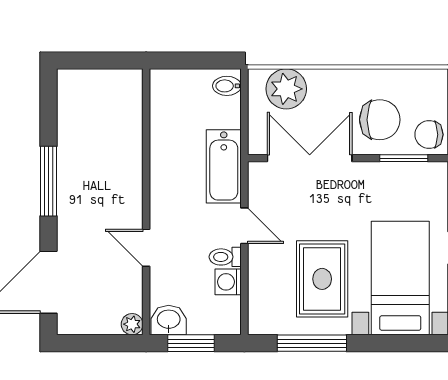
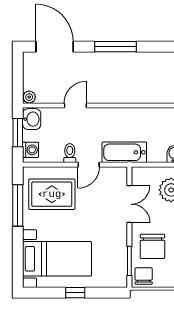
double door: (310, 158) -> (129, 204), width x0.73
rug: (322, 279) -> (52, 194), moved
washing machine: (228, 282) -> (31, 150), moved, turned 90

